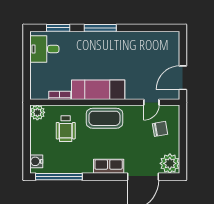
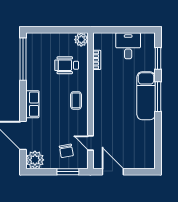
desk: (44, 49) -> (128, 46), moved
exam couch: (98, 90) -> (146, 96), moved, turned 180
coffee table: (104, 118) -> (76, 100), width x0.54, depth x0.58
window: (183, 127) -> (68, 172), added
water cooler: (36, 161) -> (37, 38), removed

